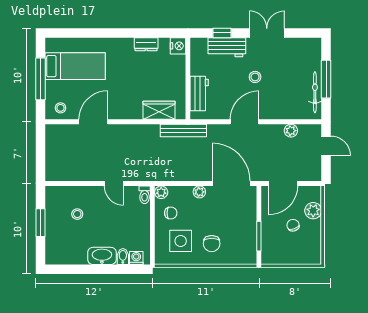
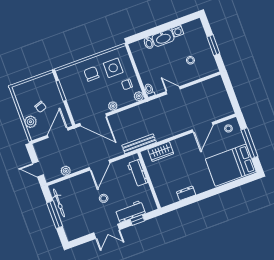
nightstand: (178, 46) -> (164, 200), removed
bed: (75, 66) -> (231, 165), width x1.50
washing machine: (136, 258) -> (178, 31), moved

